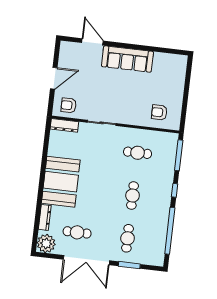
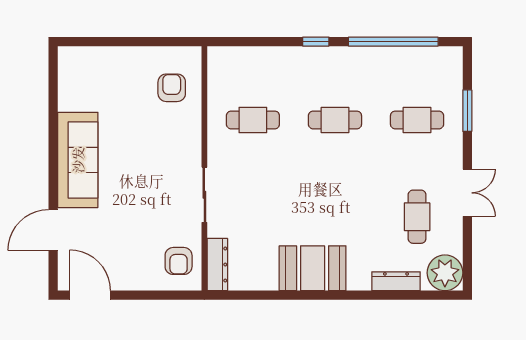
door: (54, 78) -> (90, 295), moved
armchair: (159, 112) -> (172, 88), turned 180
cafe table: (138, 153) -> (253, 120), turned 90
window: (179, 155) -> (248, 42), removed
booth: (61, 182) -> (313, 268), width x0.73, depth x0.70
double door: (86, 260) -> (467, 193), width x0.54

